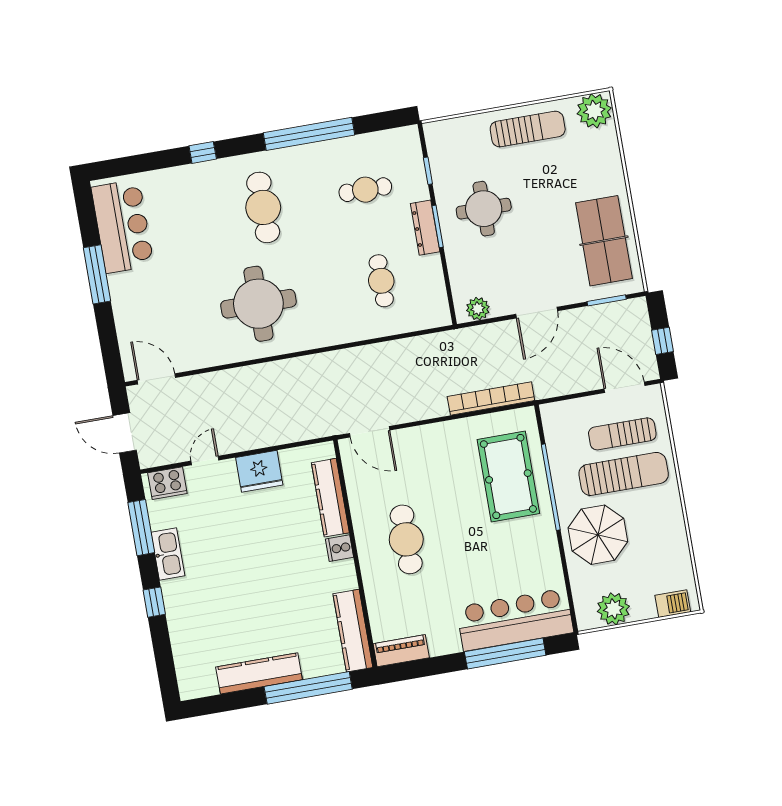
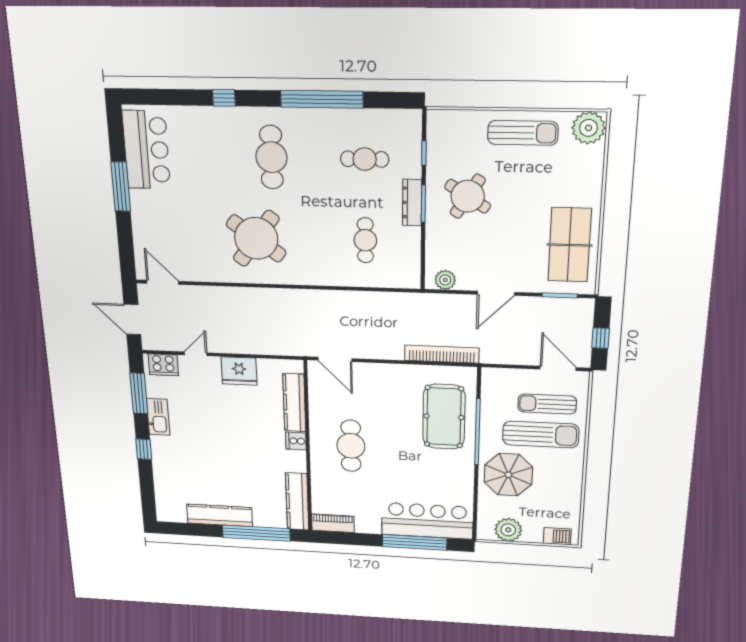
round table: (484, 209) -> (468, 196), turned 32
round table: (258, 304) -> (256, 238), turned 36

